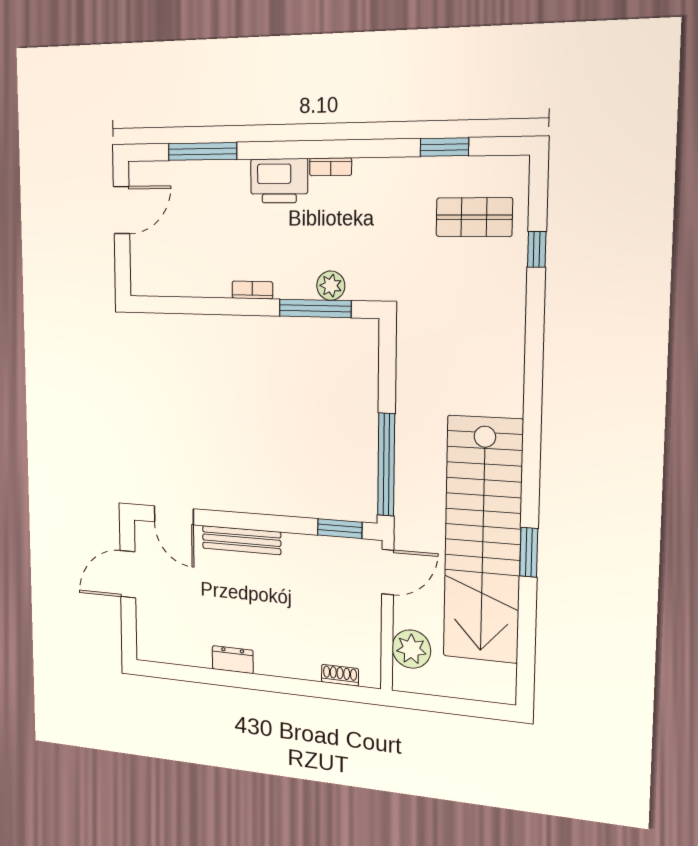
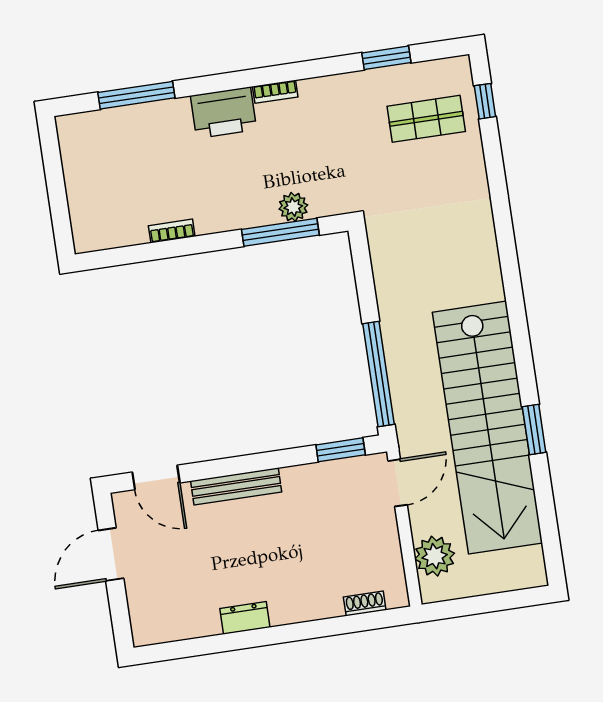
door: (122, 210) -> (53, 167), removed
window: (537, 249) -> (485, 101), moved
bookcase: (252, 290) -> (172, 231), moved

